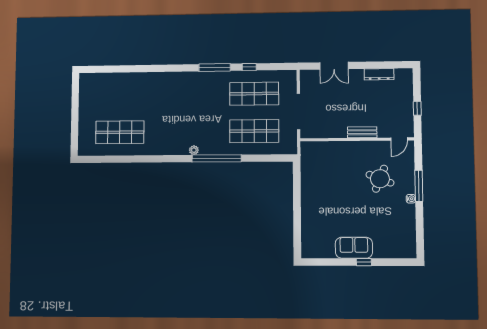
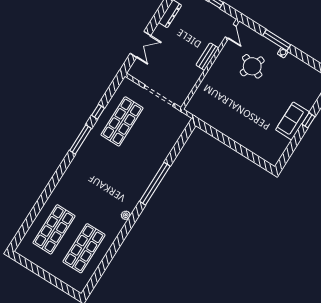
shop shelf: (254, 131) -> (54, 229), moved
plant: (194, 150) -> (126, 215), moved

